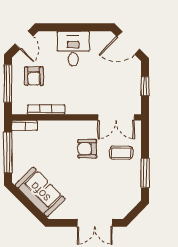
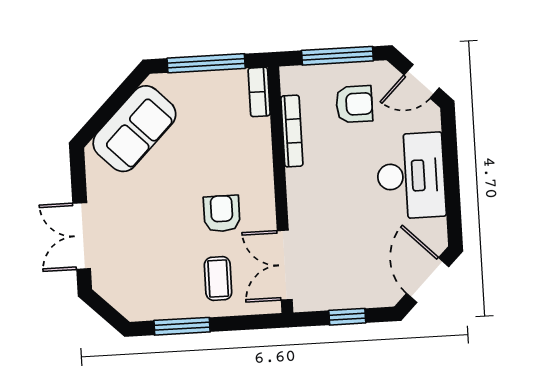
desk: (73, 49) -> (411, 176), width x1.37
armchair: (34, 76) -> (354, 104), turned 180

